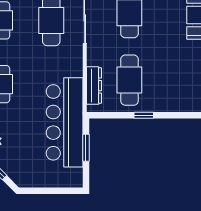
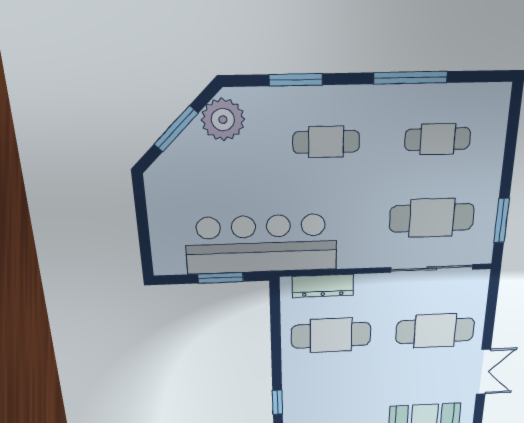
window: (144, 115) -> (278, 402), moved

